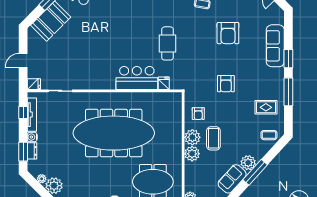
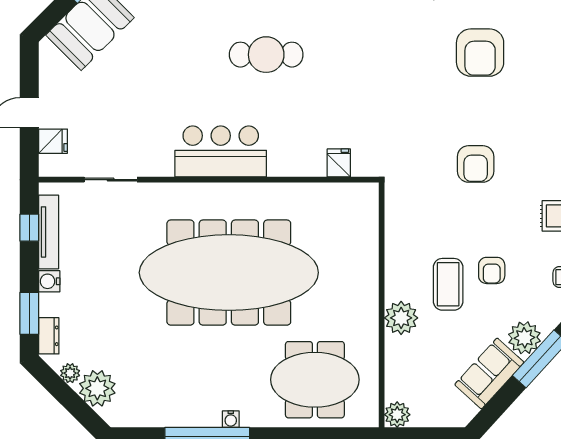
cafe table: (168, 43) -> (266, 55), moved, turned 90
bar counter: (137, 78) -> (221, 151), moved
fridge: (34, 84) -> (53, 141), moved
armchair: (198, 114) -> (492, 270), moved
plant: (192, 137) -> (402, 282), removed
dresser: (32, 151) -> (49, 336), moved

